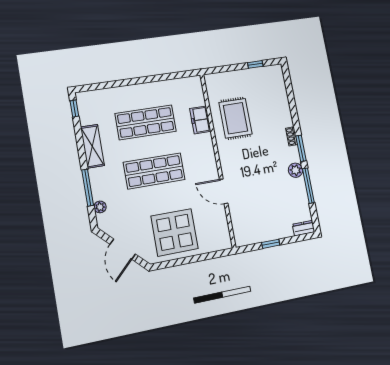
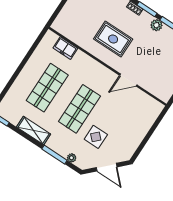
rug: (235, 118) -> (113, 39), moved
freezer: (200, 120) -> (65, 48), moved
display table: (175, 232) -> (96, 137), moved, width x0.54, depth x0.54

